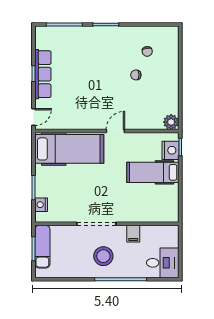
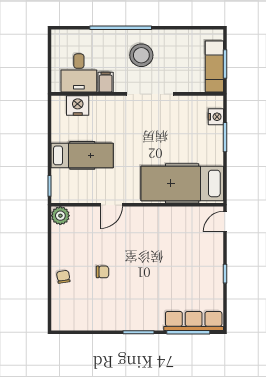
chair: (147, 51) -> (63, 277), moved
row of seats: (43, 74) -> (194, 321), moved, turned 90
door: (115, 131) -> (111, 205), moved
nightstand: (170, 150) -> (78, 105), moved, turned 90
desk: (163, 263) -> (79, 73), moved, turned -90

